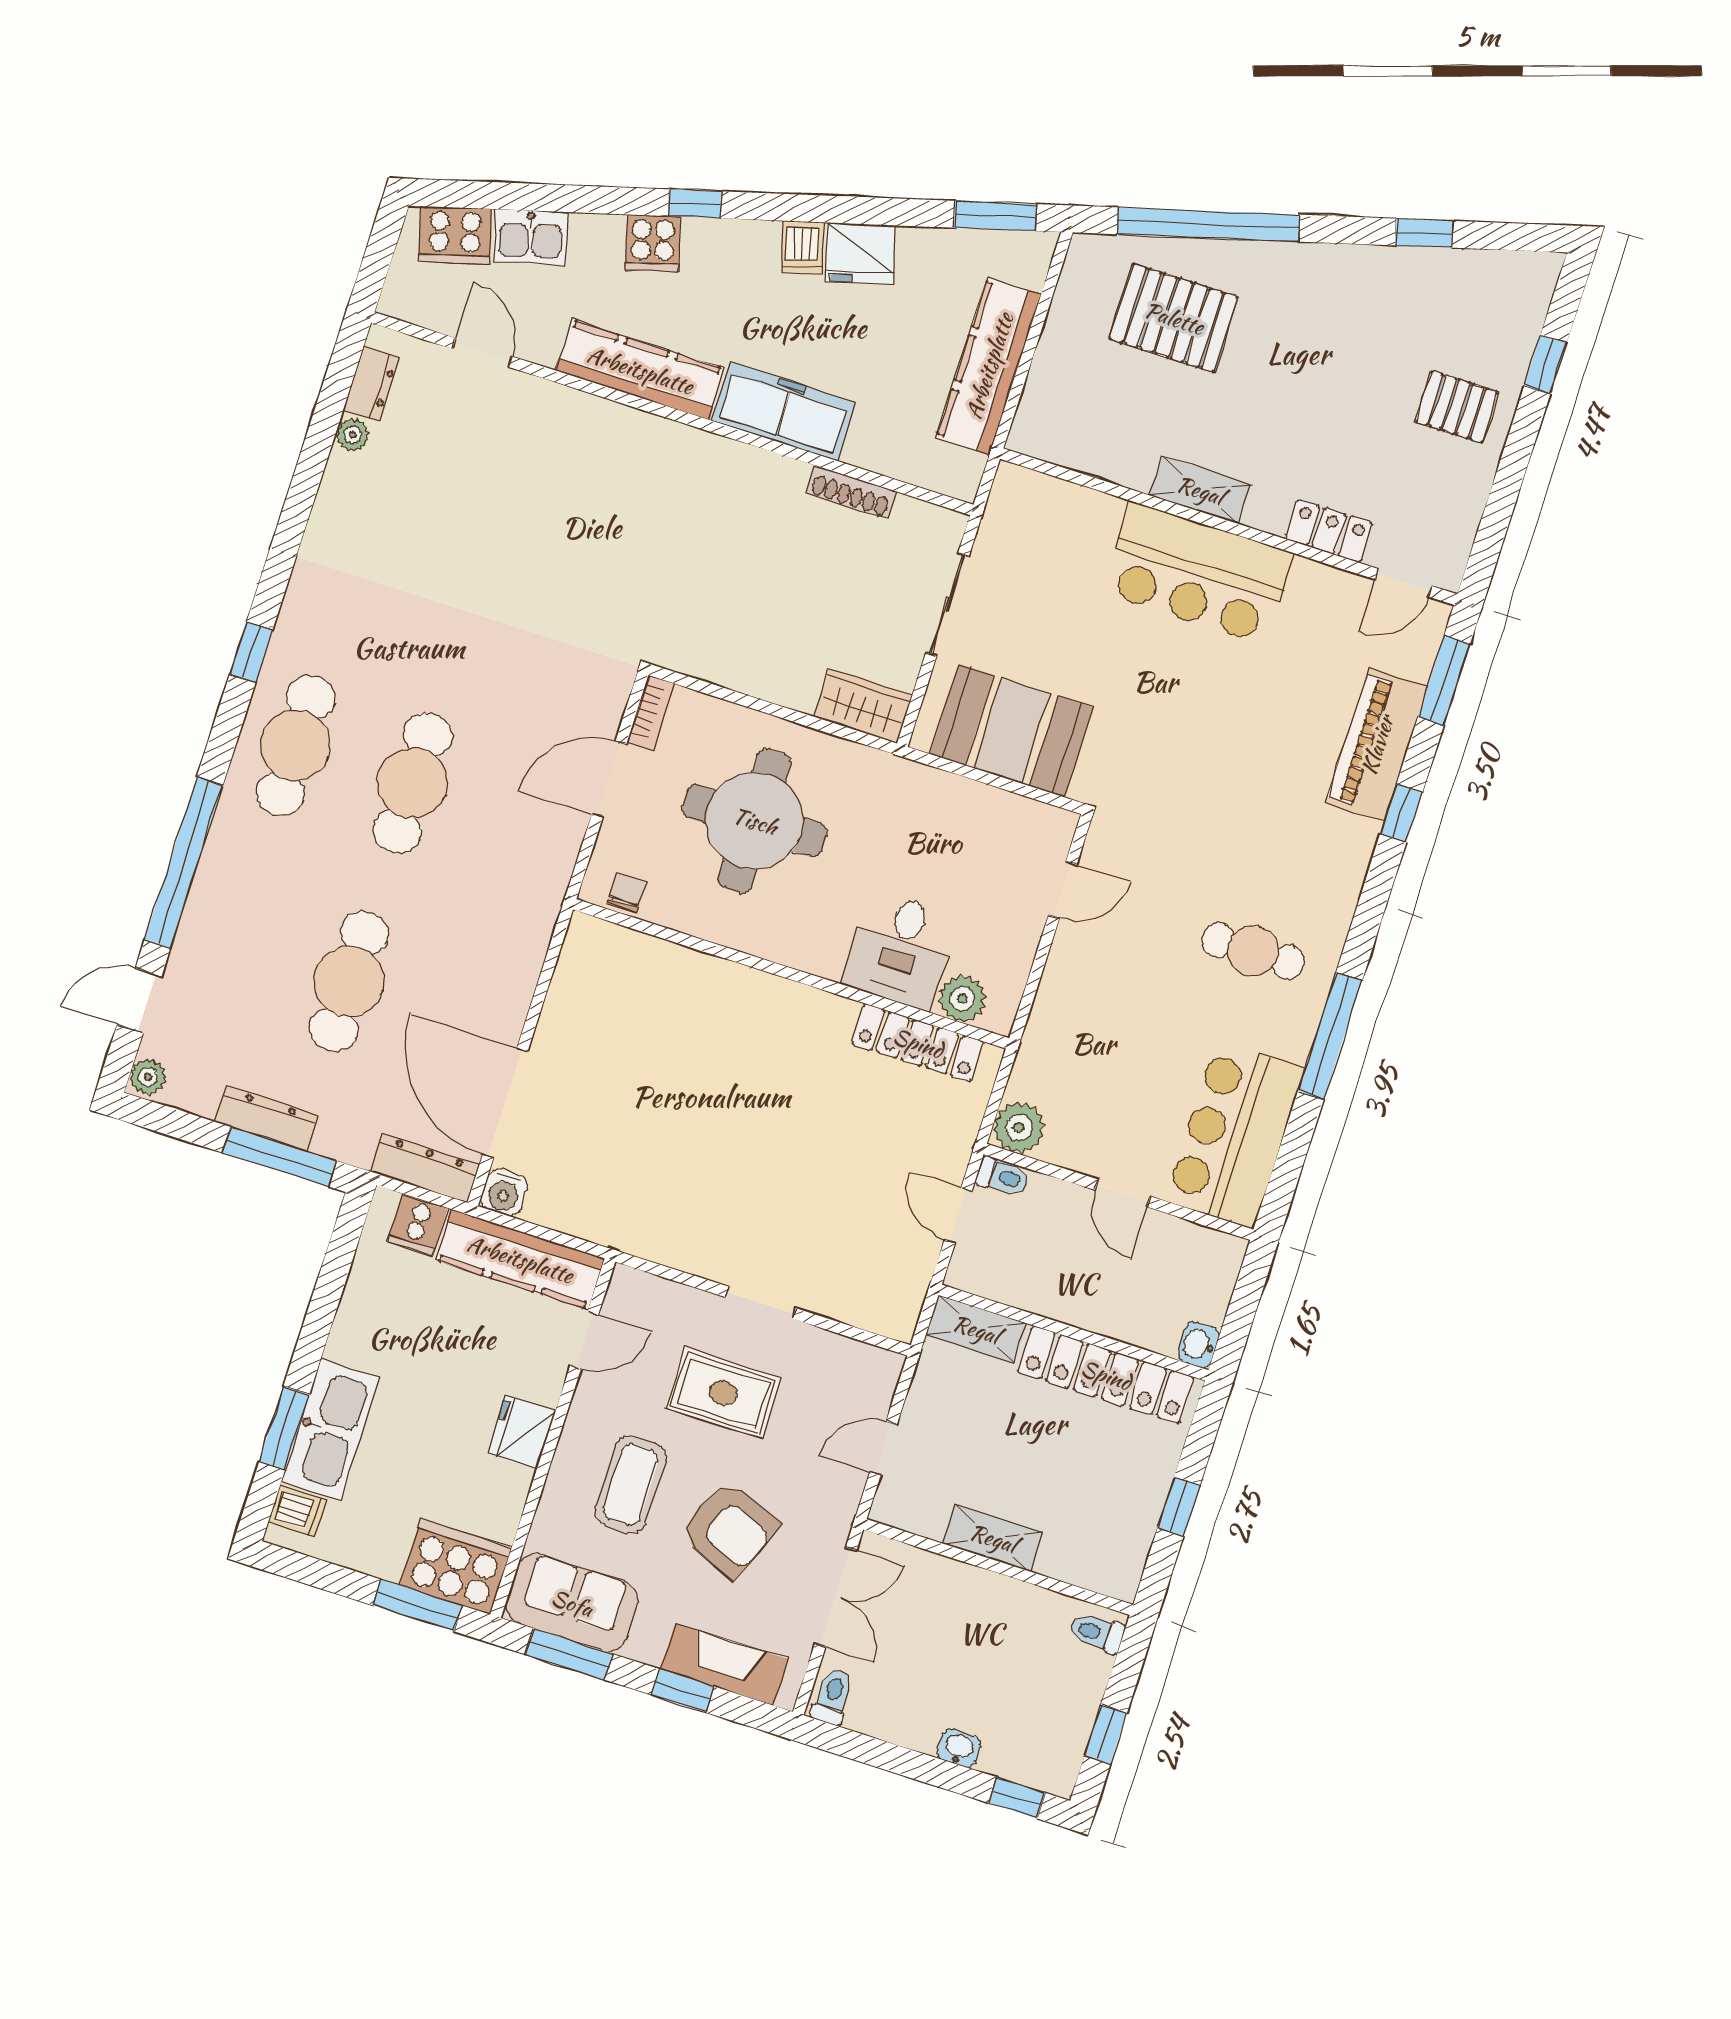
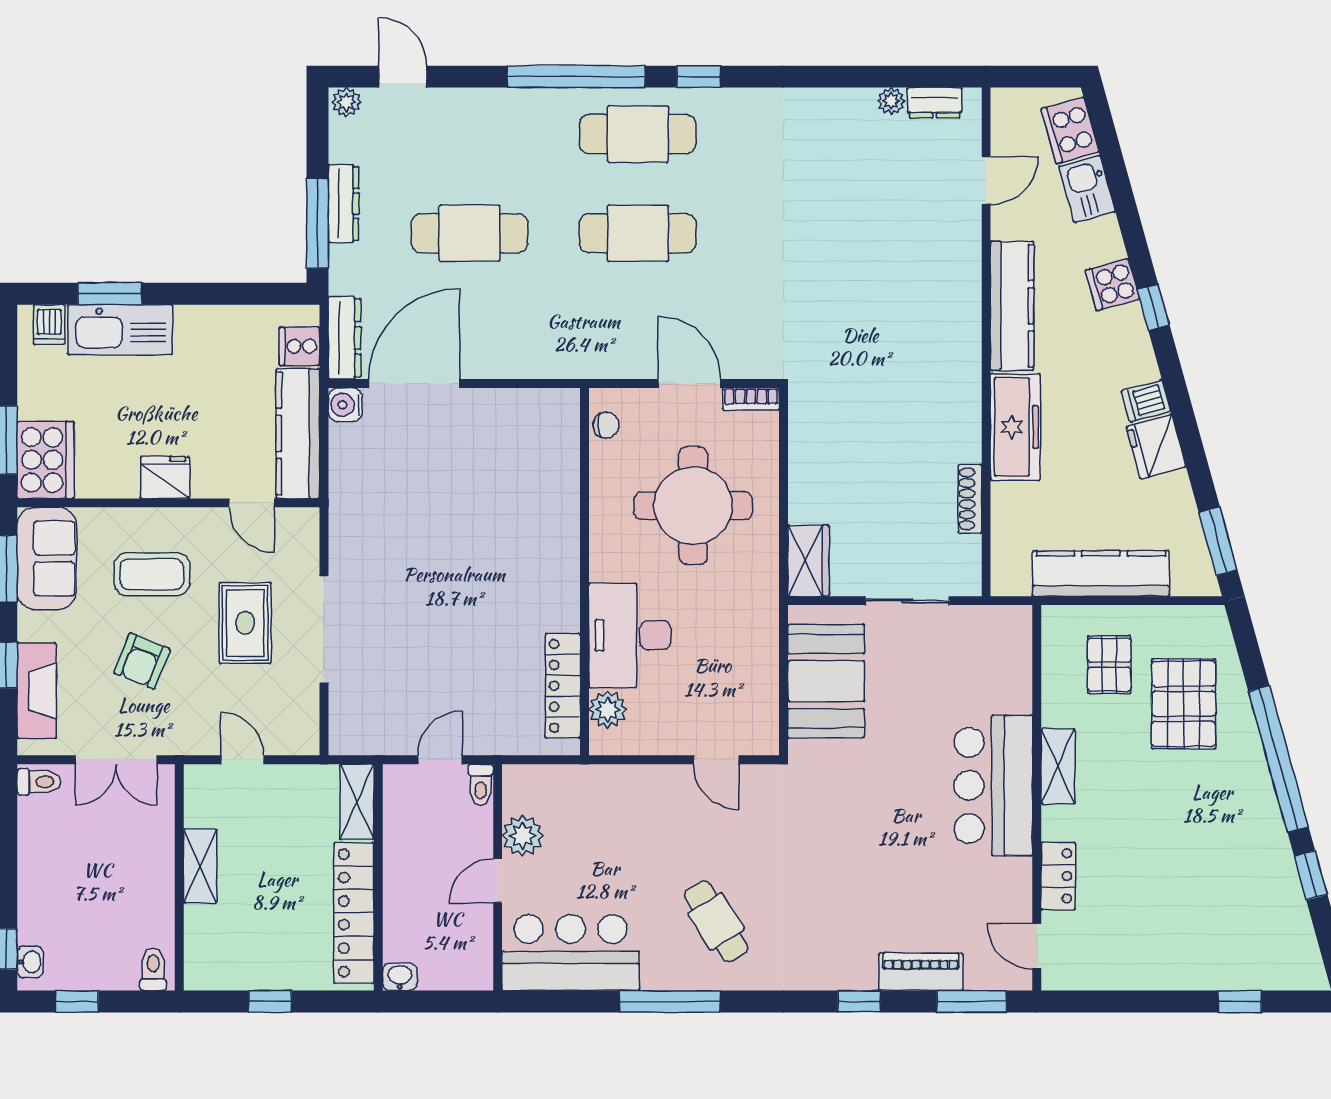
window: (1208, 224) -> (1278, 759), moved
pallet: (1457, 407) -> (1109, 665), moved
piano: (1377, 745) -> (921, 972), width x0.73, depth x0.75
window: (183, 863) -> (576, 77), moved
desk: (900, 950) -> (630, 635), width x1.37
cafe table: (1253, 951) -> (716, 921), turned -32
plant: (1019, 1127) -> (523, 836), moved
doorway: (760, 1303) -> (324, 629), width x1.87
armchair: (729, 1529) -> (142, 661), width x0.72, depth x0.72
washbasin: (959, 1748) -> (30, 962), moved

